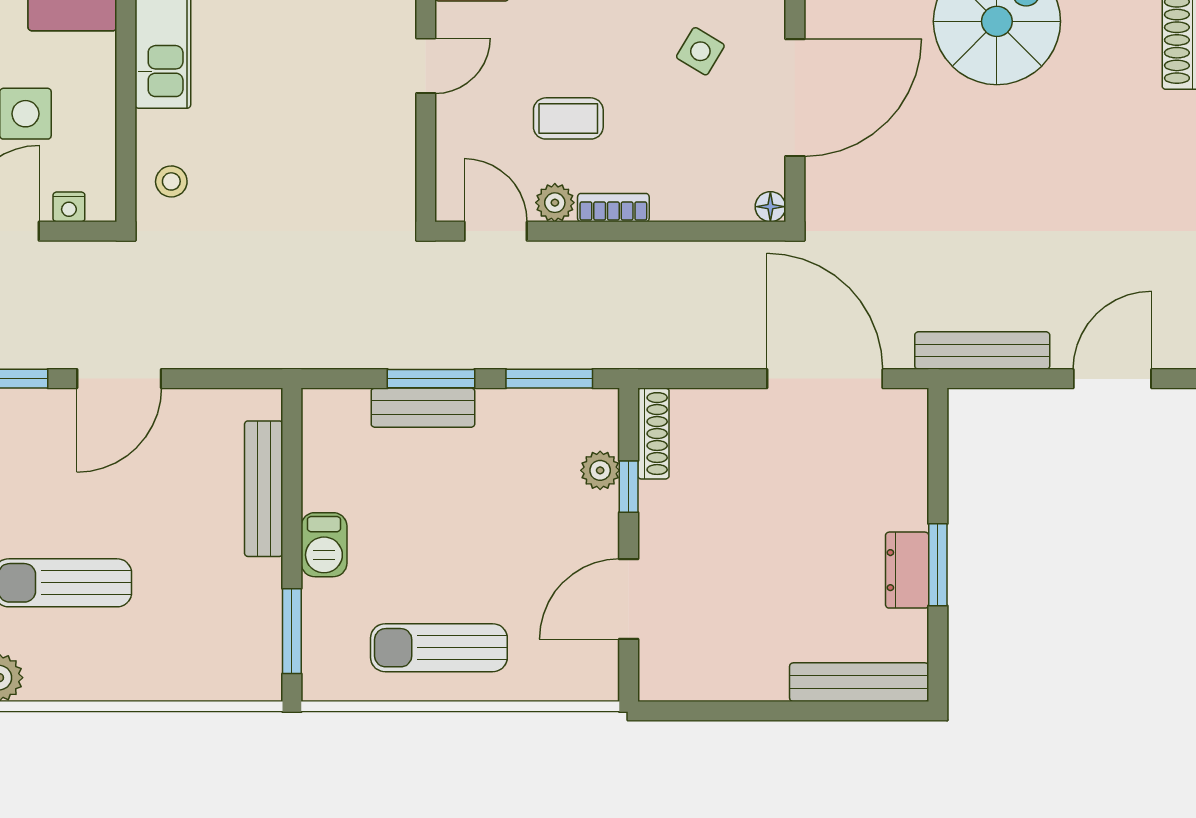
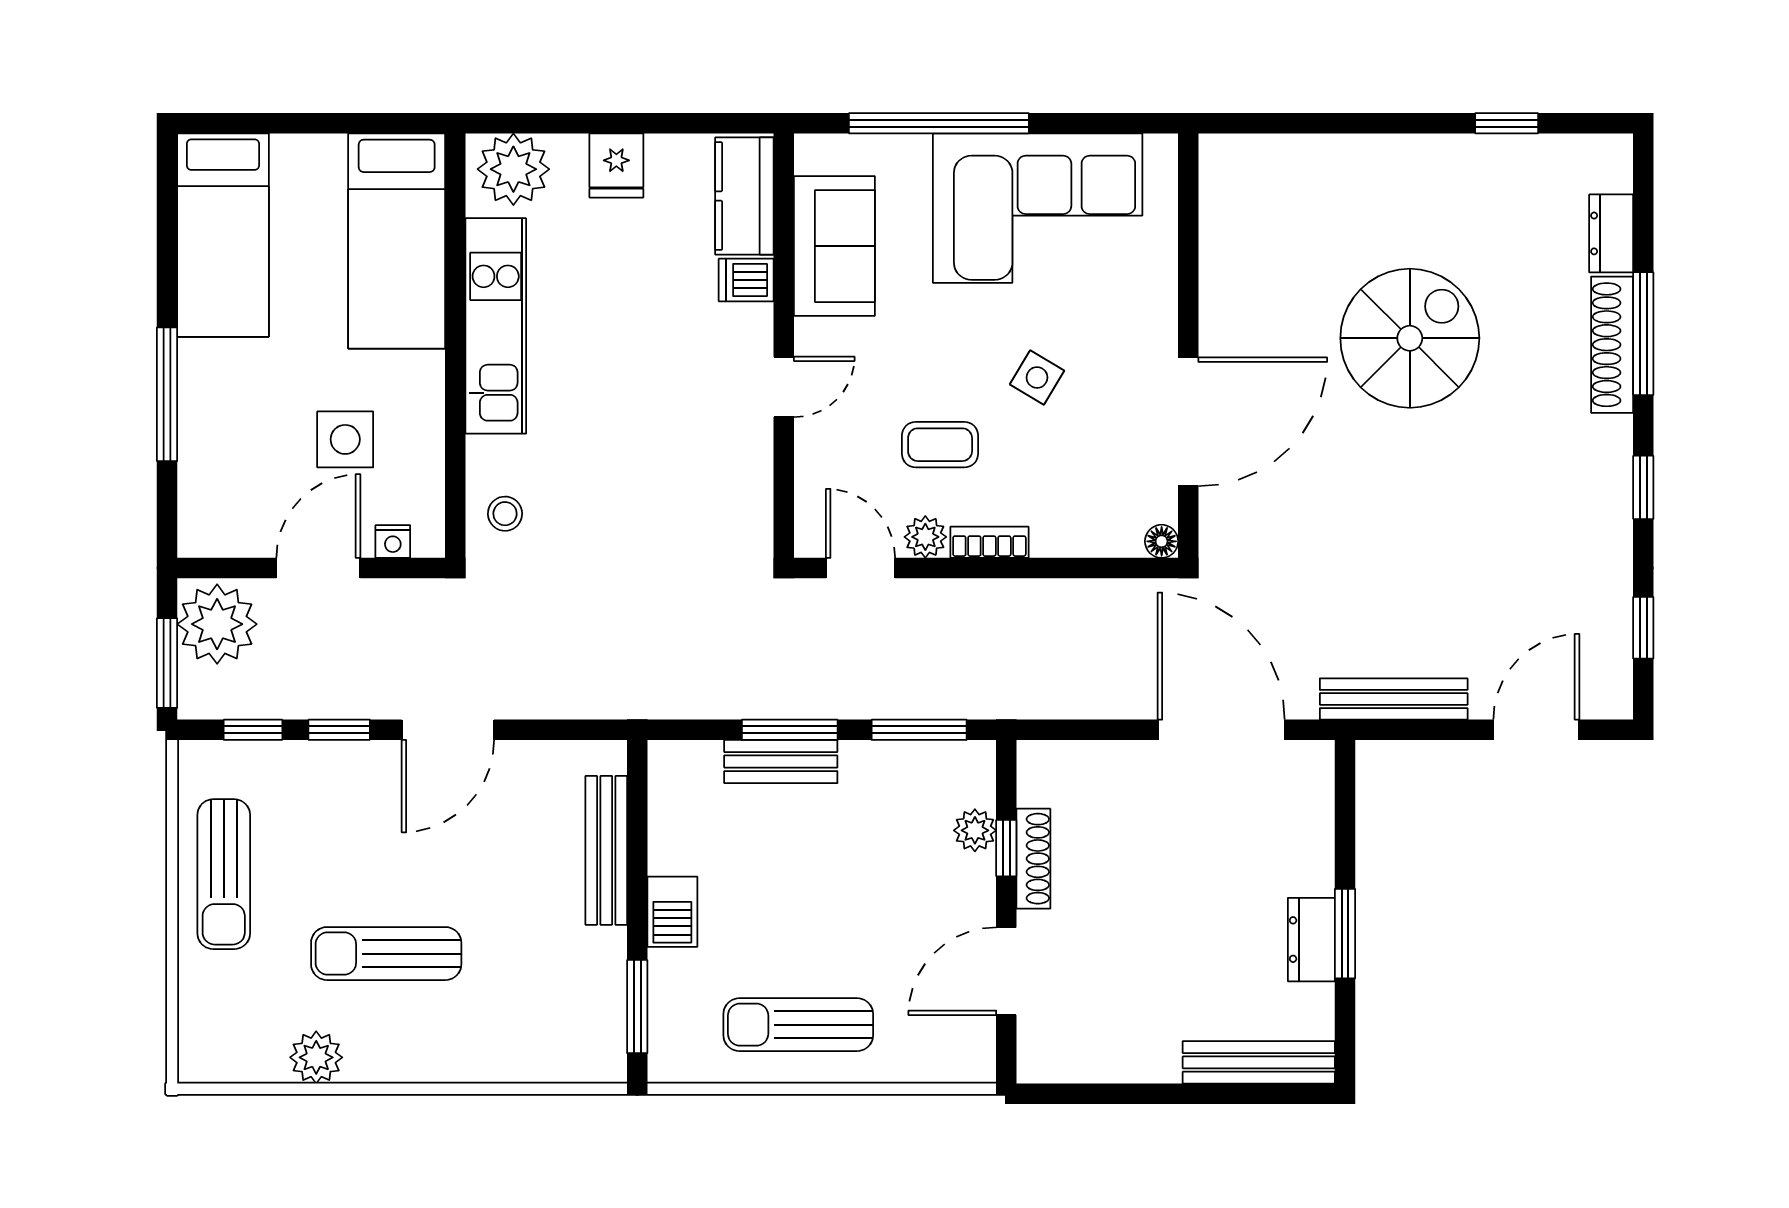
side table: (700, 51) -> (1037, 378), moved
shoe rack: (653, 434) -> (1033, 859), moved

